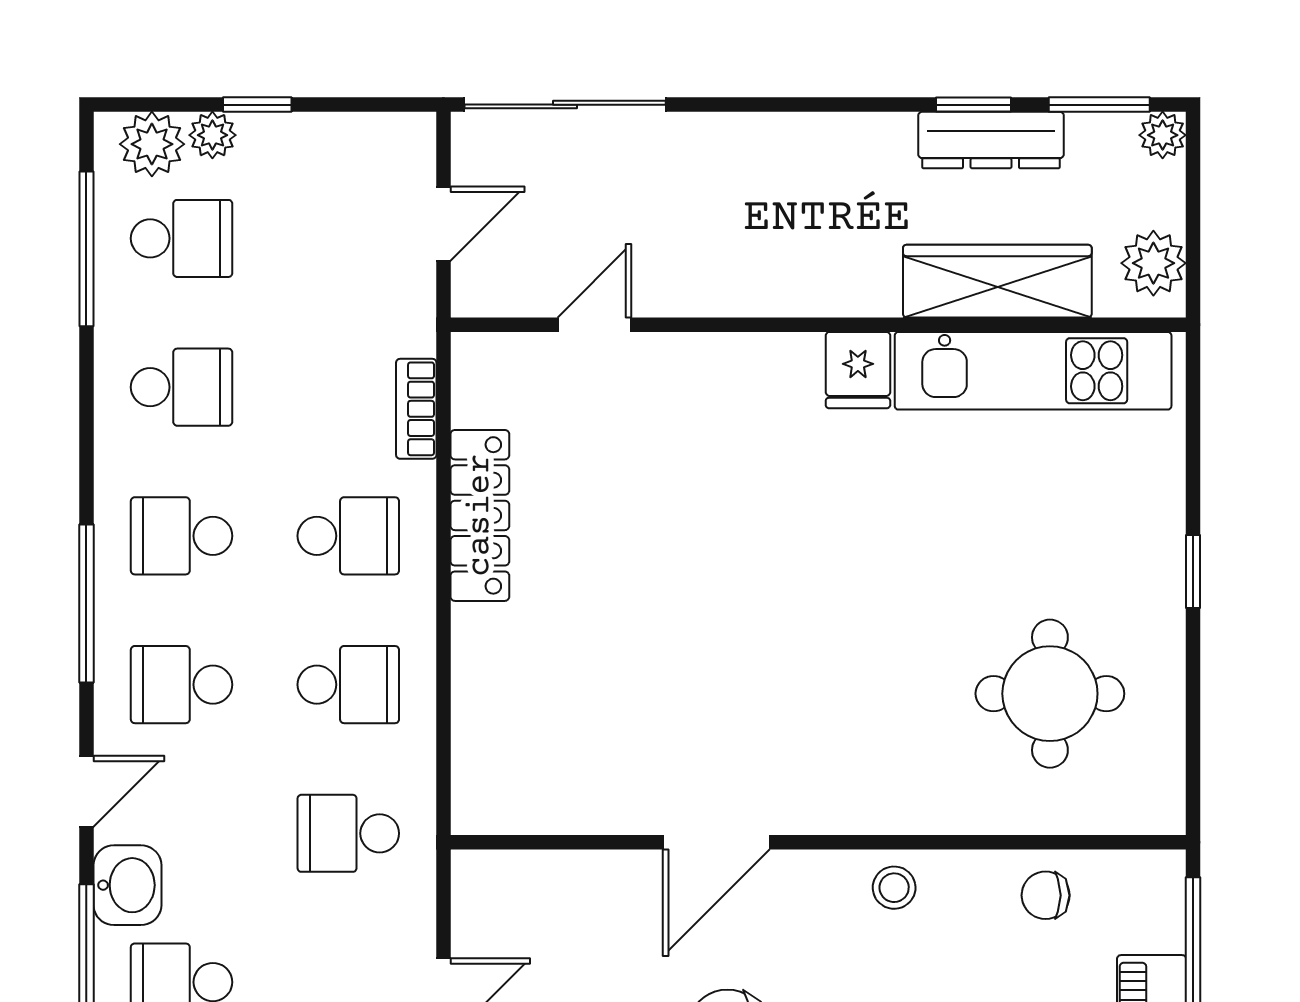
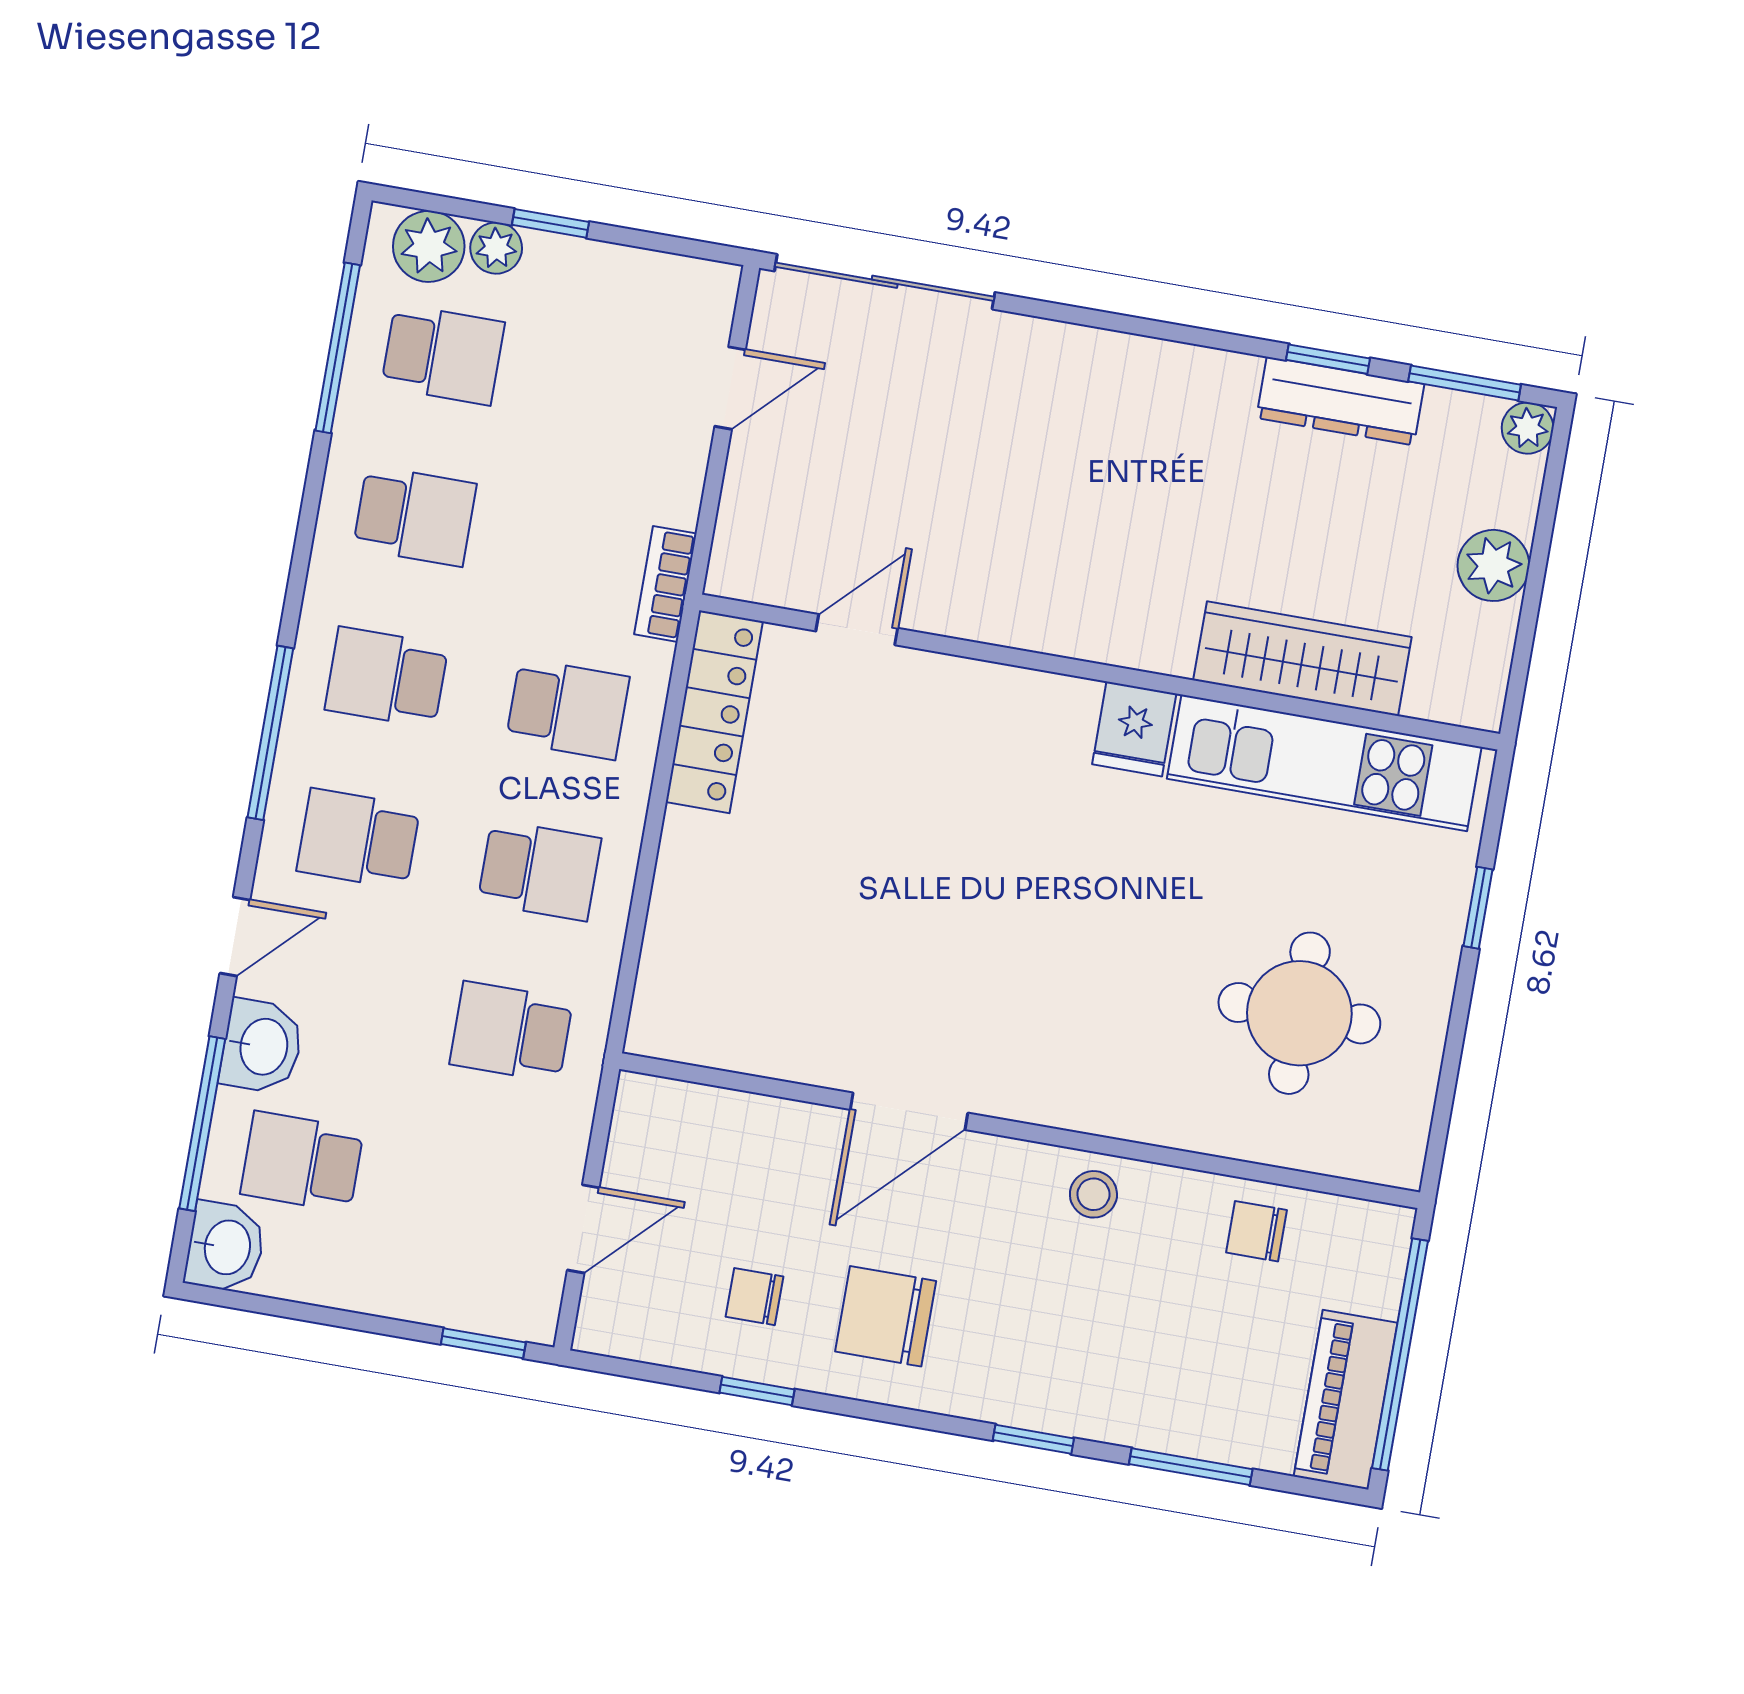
wardrobe: (997, 281) -> (1302, 659), moved
door: (594, 325) -> (857, 630), moved
wall: (818, 325) -> (1100, 672), moved
fridge: (858, 370) -> (1134, 729), moved
kitchen unit: (1033, 371) -> (1324, 763), moved

